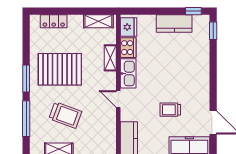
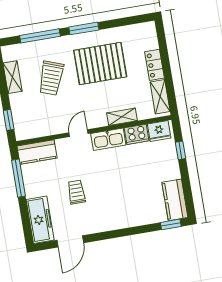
window: (193, 11) -> (180, 150), moved
locker: (54, 21) -> (155, 65), moved
kitchen counter: (174, 23) -> (175, 200), moved
pallet: (60, 69) -> (100, 64), turned 90

